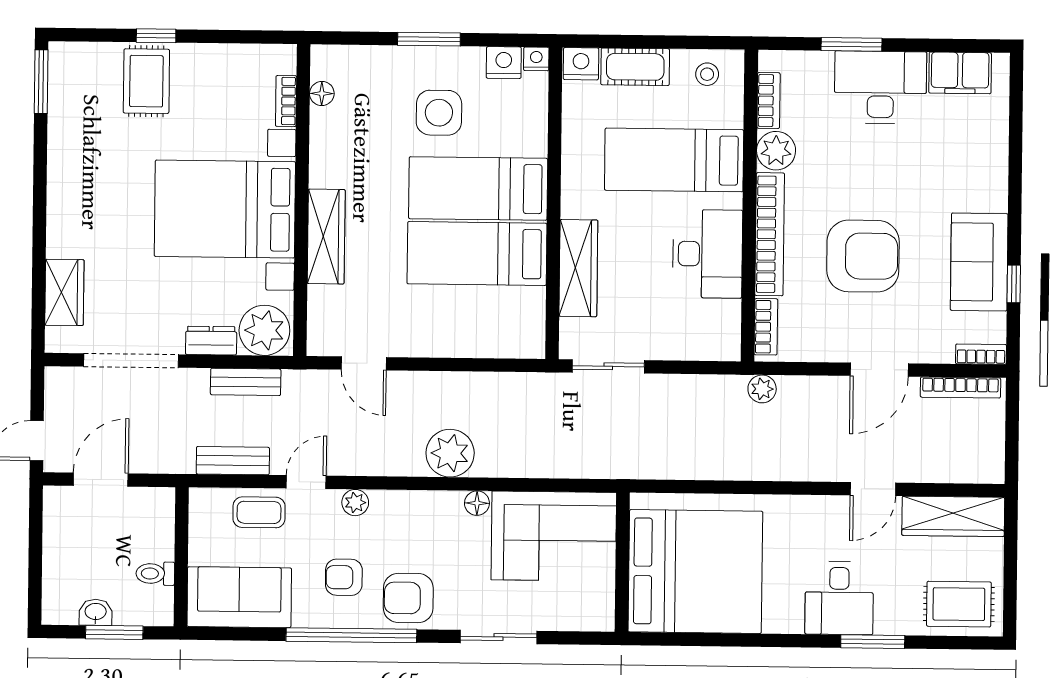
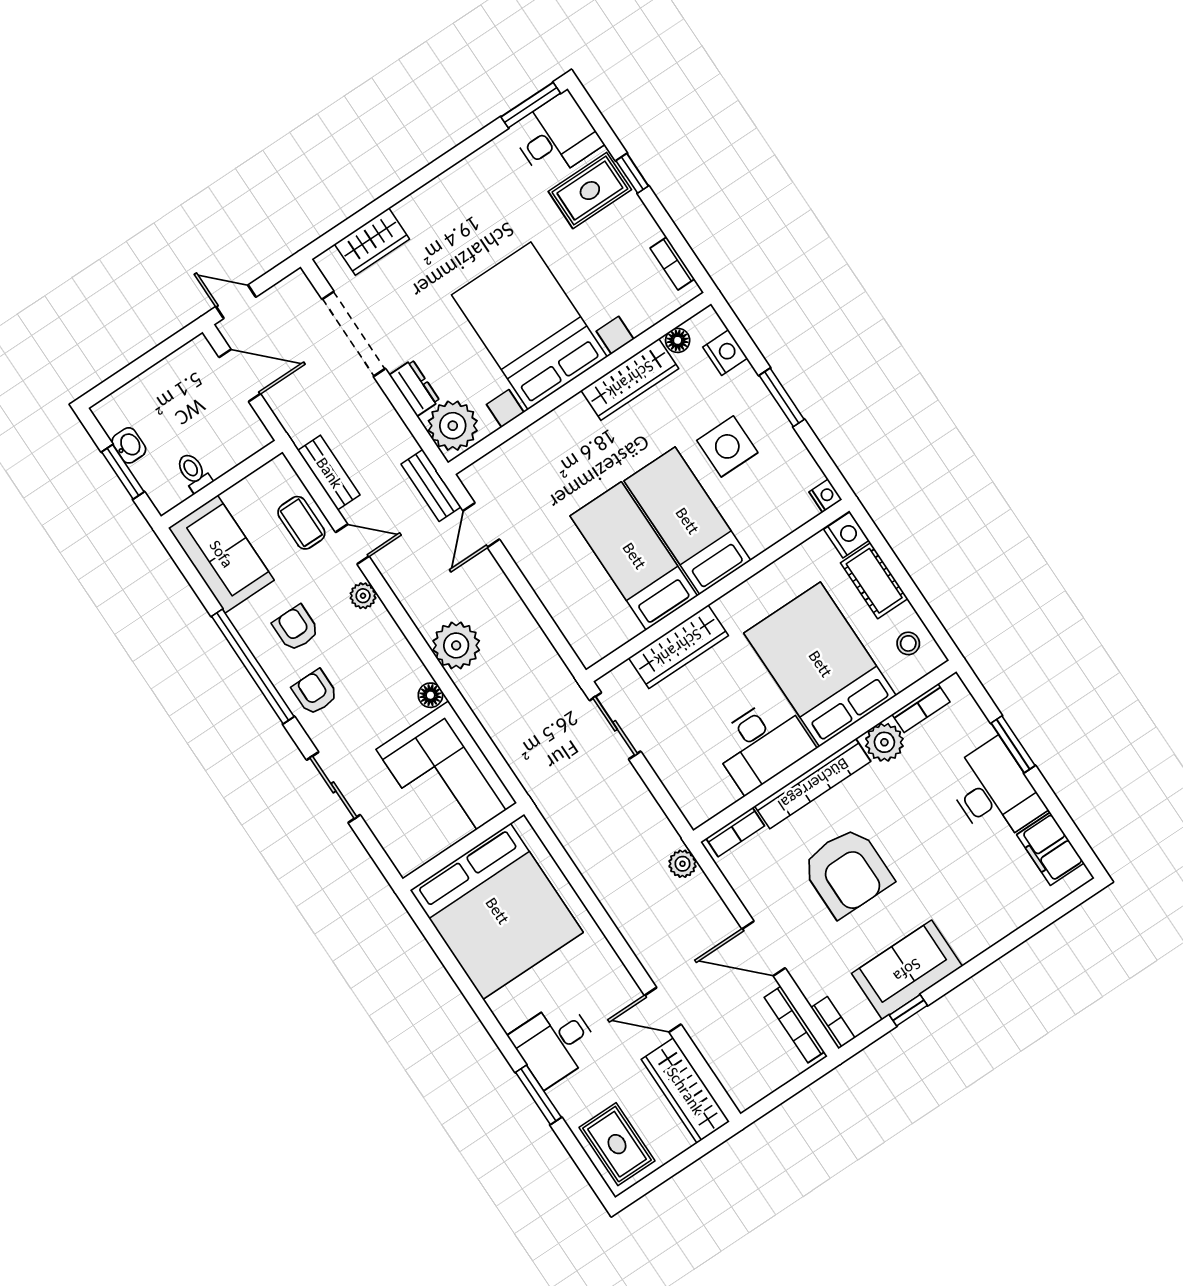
nightstand: (504, 63) -> (725, 353), moved
desk: (82, 78) -> (556, 137), added
bookcase: (286, 101) -> (672, 263), moved, turned -90
bed: (674, 160) -> (820, 664), width x1.50
wardrobe: (326, 237) -> (630, 379), moved
bench: (246, 382) -> (431, 485), moved
armchair: (408, 598) -> (315, 692), width x0.72, depth x0.72

